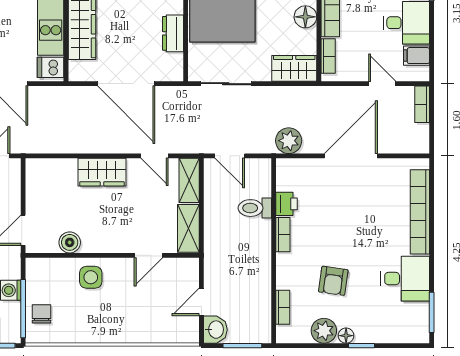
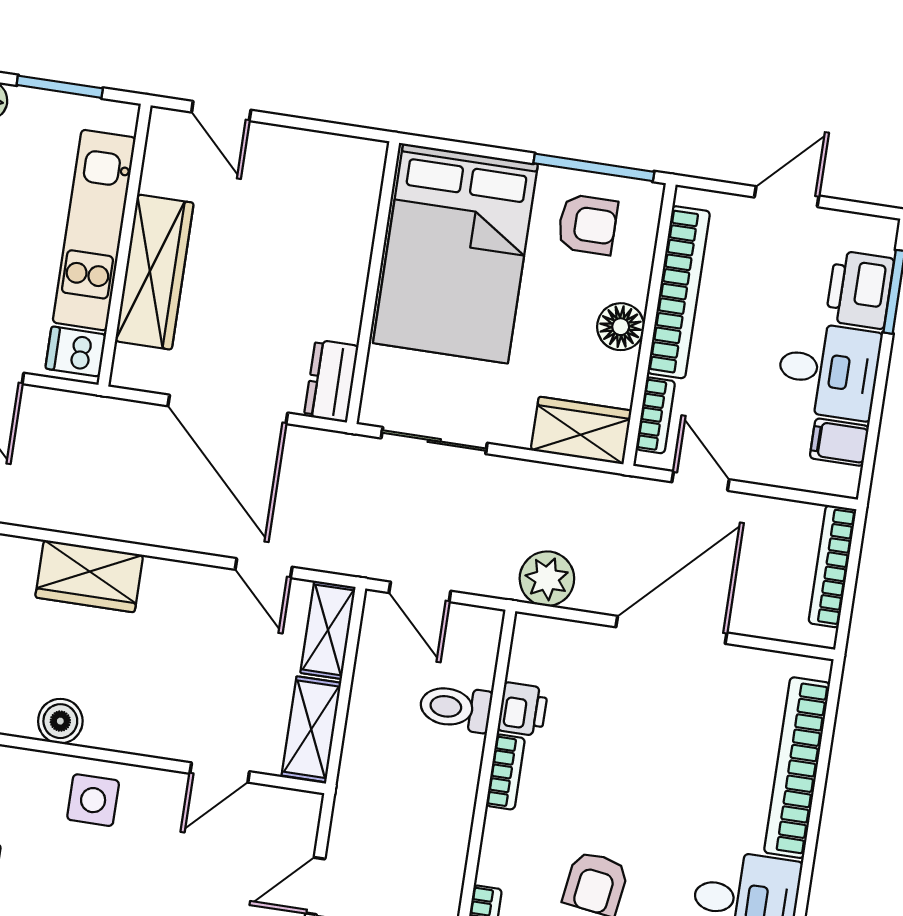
dresser: (173, 33) -> (331, 381), moved
door: (382, 84) -> (701, 481), moved
bookcase: (422, 104) -> (832, 566), width x1.56
wardrobe: (102, 172) -> (89, 576), moved

